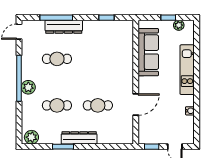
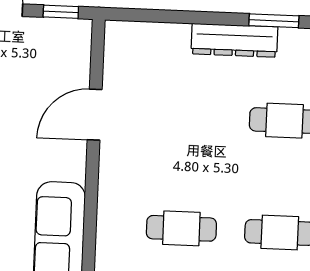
cafe table: (98, 105) -> (181, 228), moved

